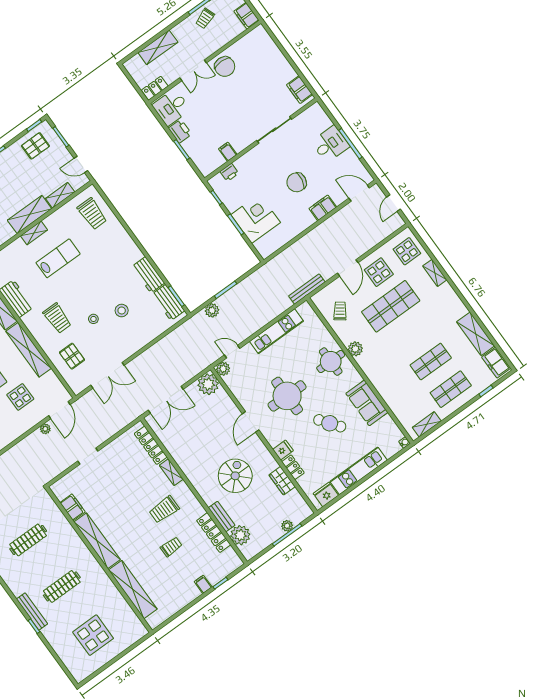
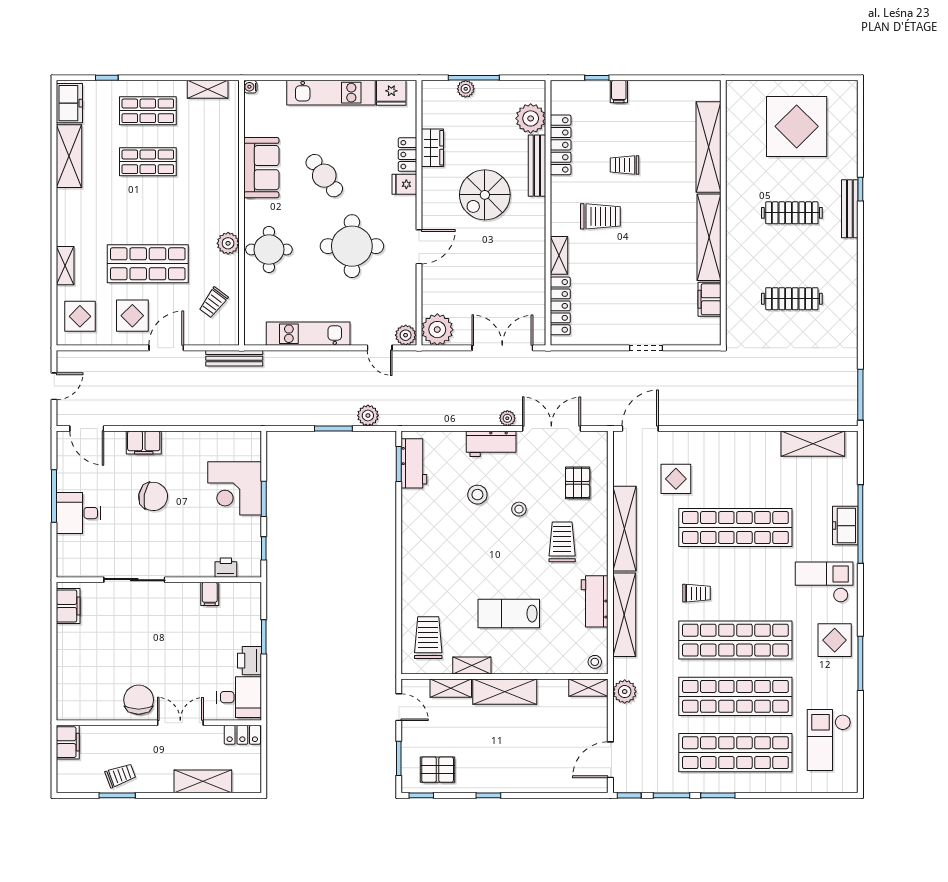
shelving: (34, 233) -> (472, 665), moved
workbench: (148, 275) -> (491, 444), moved, turned 90
plant: (45, 429) -> (507, 418), moved
bench: (222, 517) -> (537, 166), width x1.36
display table: (93, 635) -> (797, 126), width x1.36, depth x1.36

